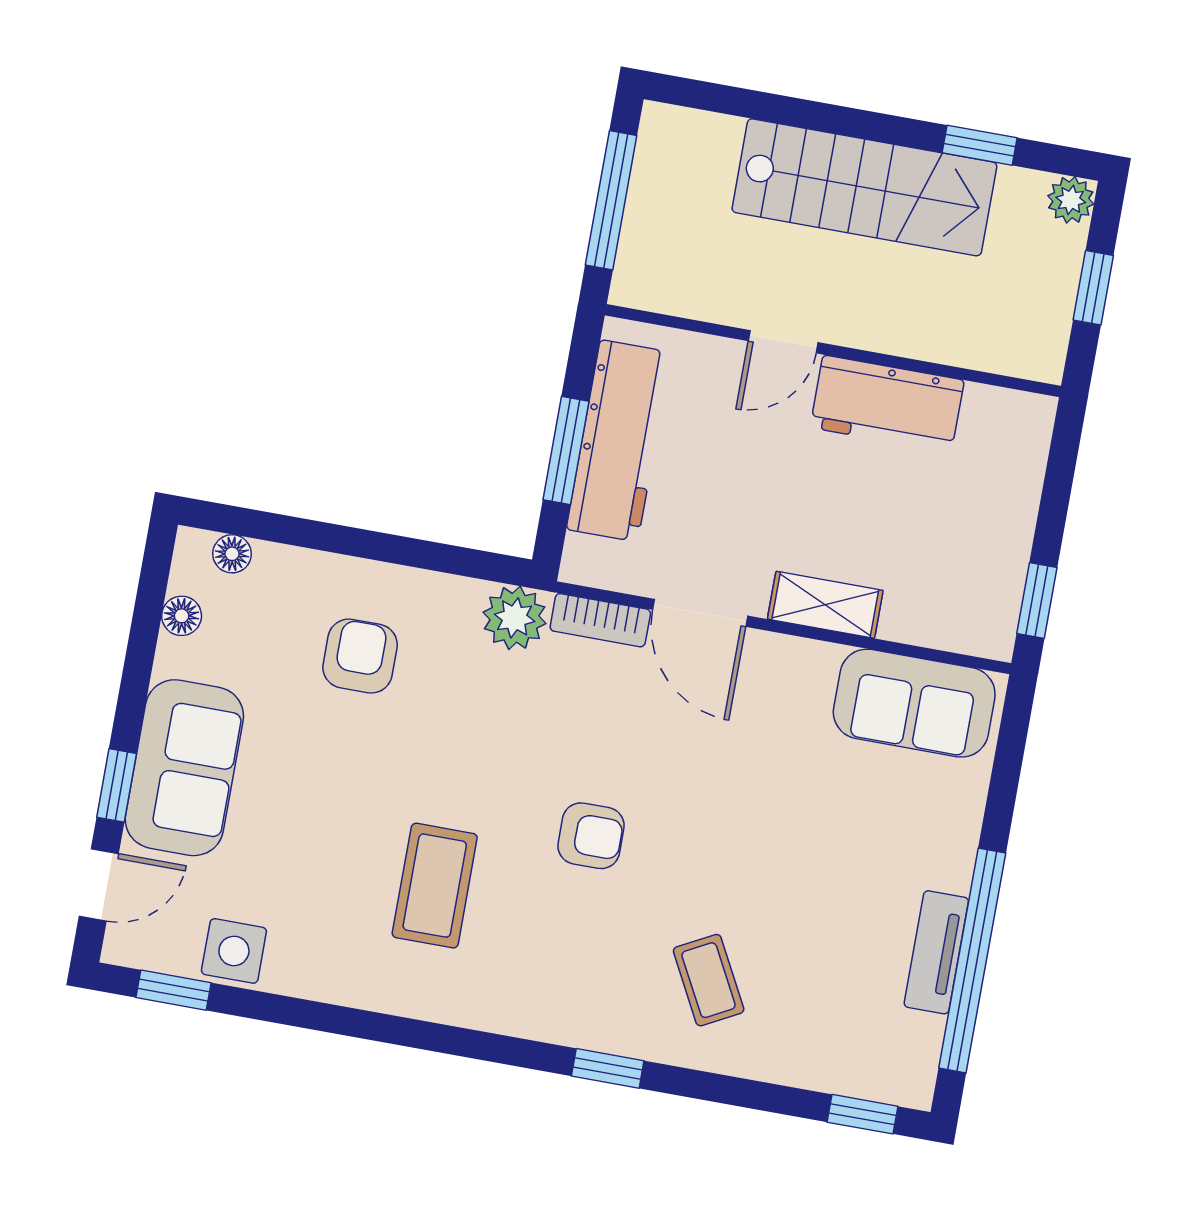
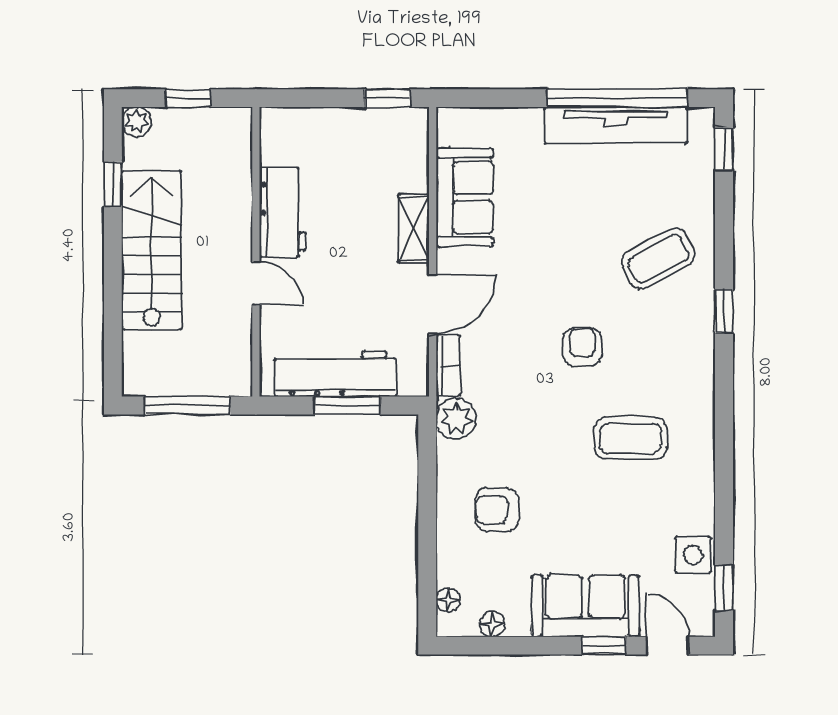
sofa: (914, 703) -> (465, 197), moved
tv unit: (936, 952) -> (616, 125), width x1.92, depth x1.29
coffee table: (709, 980) -> (658, 259), width x1.36, depth x1.30

